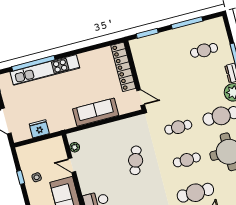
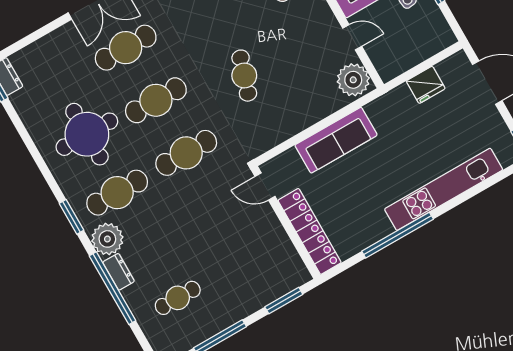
window: (33, 63) -> (398, 235), moved
cafe table: (178, 127) -> (186, 153), width x1.37, depth x1.35
plant: (75, 147) -> (353, 80), width x1.87, depth x1.87
cafe table: (187, 160) -> (156, 100), width x1.37, depth x1.35

